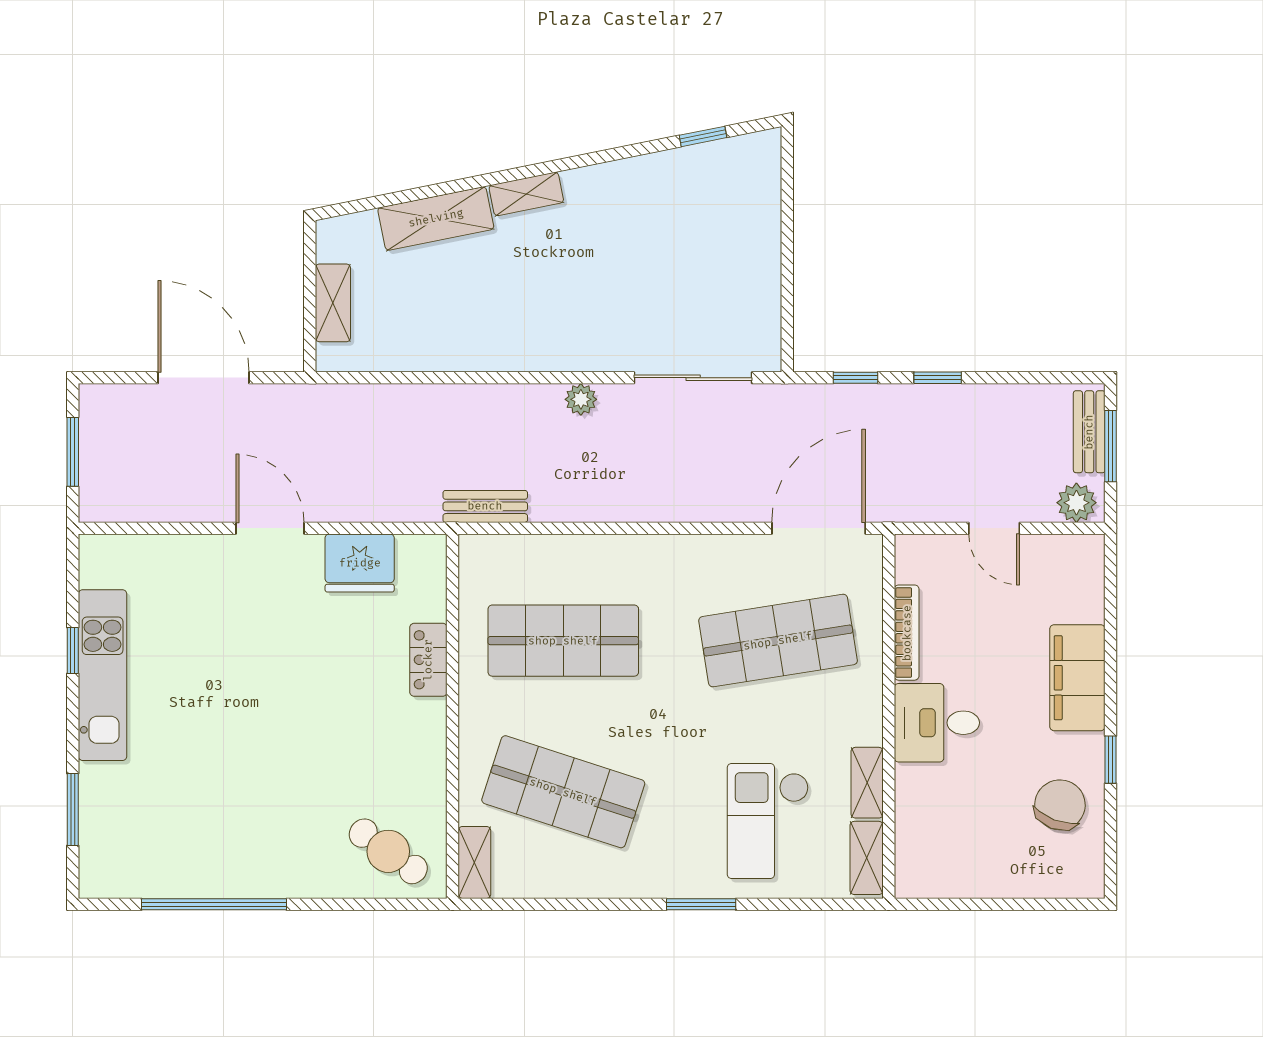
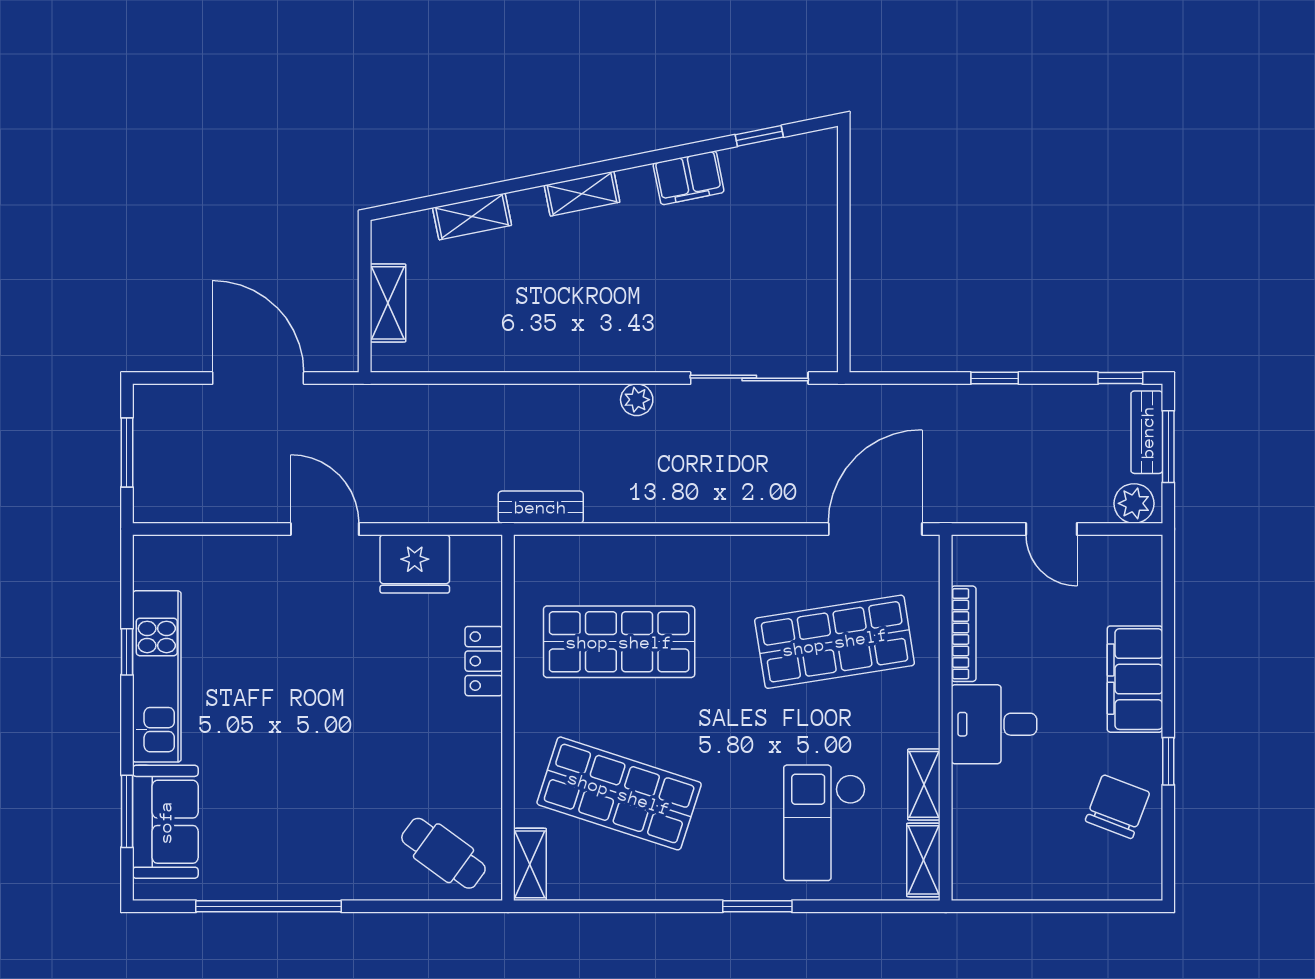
filing cabinet: (633, 178) -> (689, 178), added
shelving: (436, 218) -> (472, 216), width x0.67, depth x0.75
window: (856, 378) -> (1120, 378), moved
sofa: (111, 820) -> (165, 822), added

